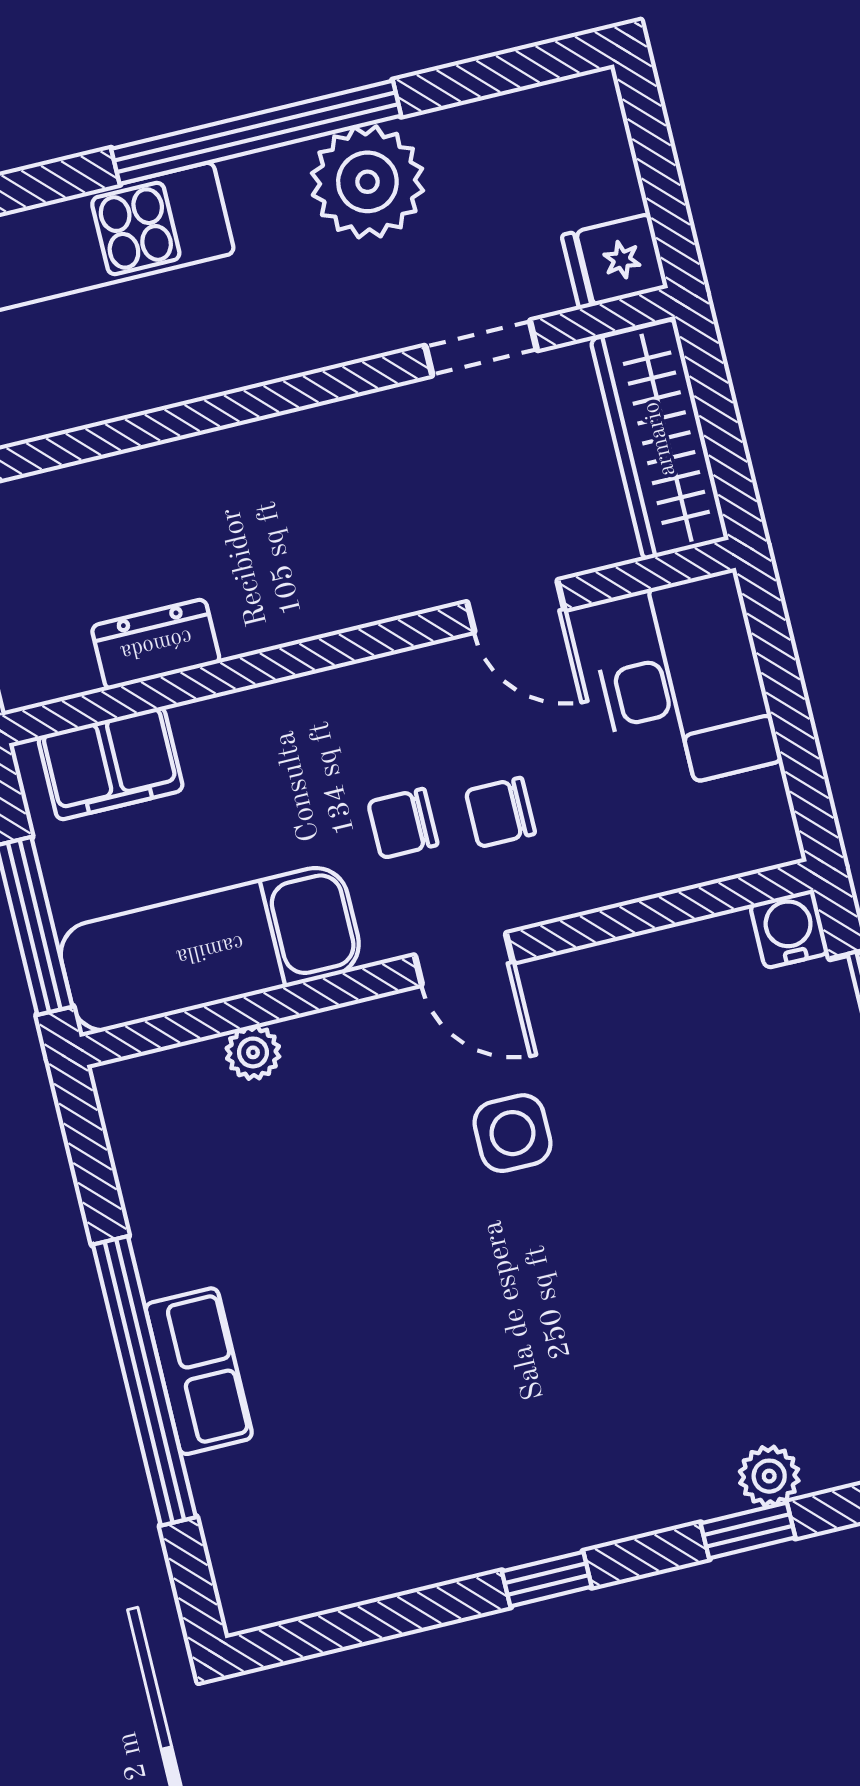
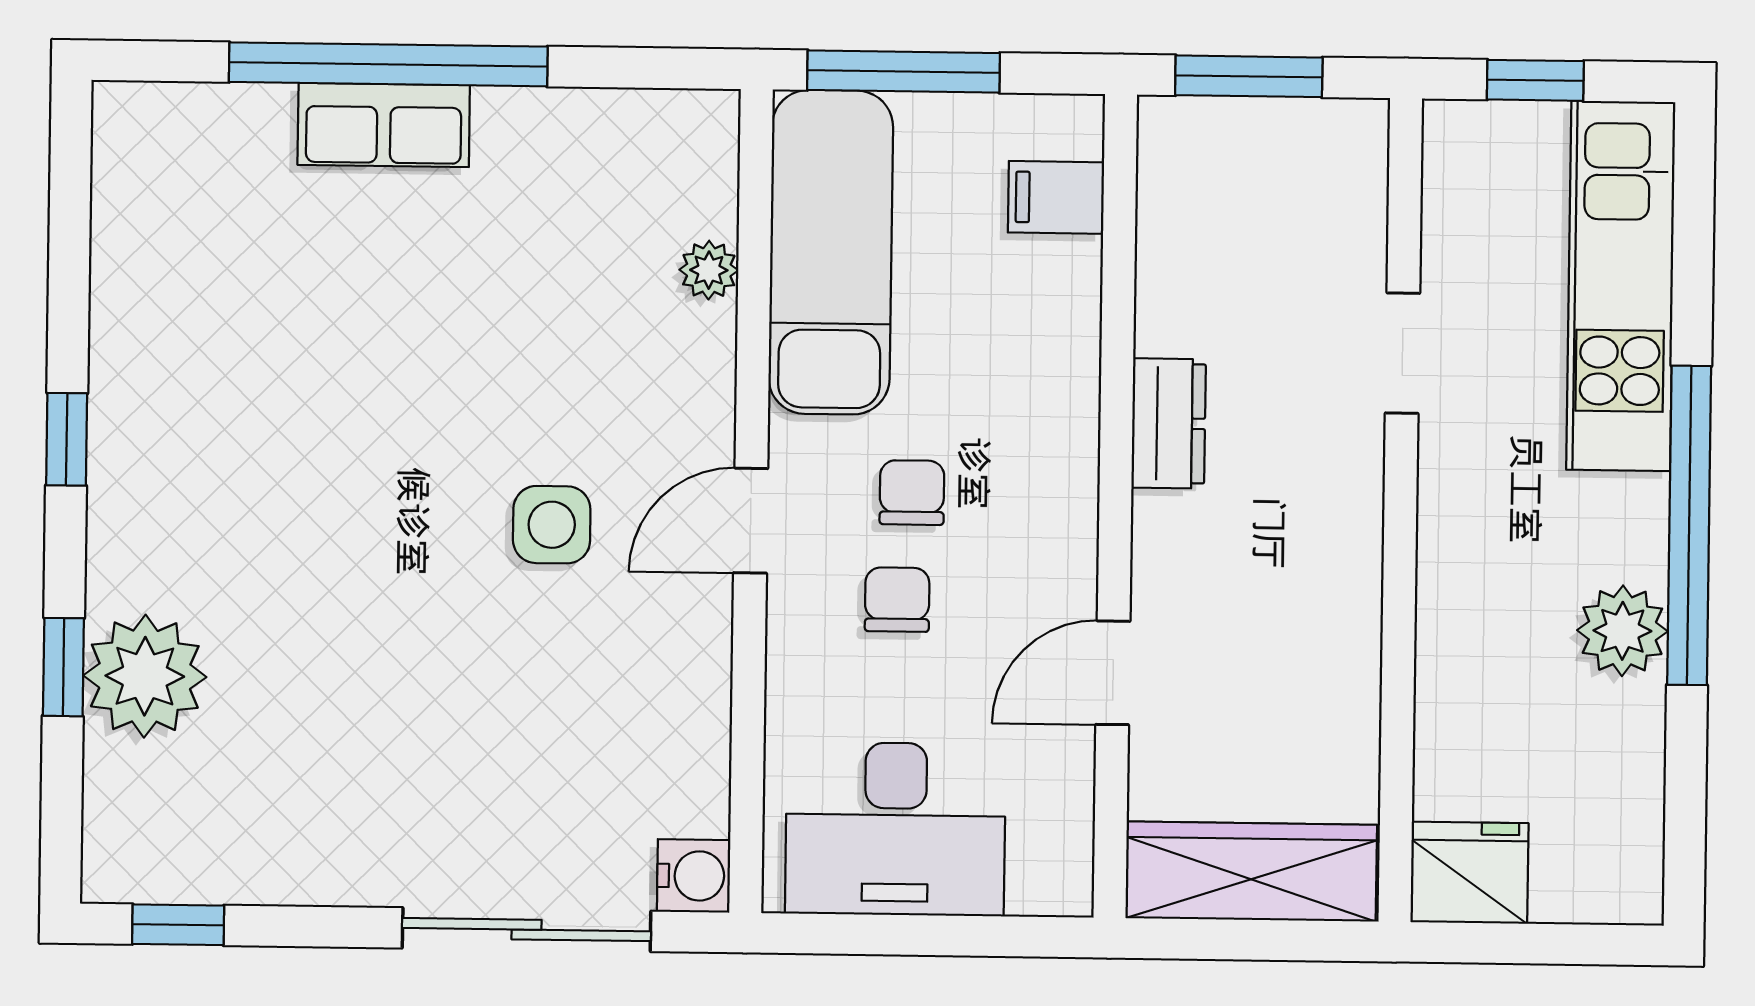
plant: (367, 182) -> (1622, 631), width x0.73, depth x0.73
fridge: (615, 261) -> (1469, 873), width x1.38
doorway: (481, 348) -> (1403, 353), moved
dresser: (156, 644) -> (1169, 423), moved
desk: (683, 683) -> (895, 829), moved
filing cabinet: (111, 763) -> (1056, 197), width x0.50
plant: (769, 1476) -> (145, 676), width x1.88, depth x1.88

